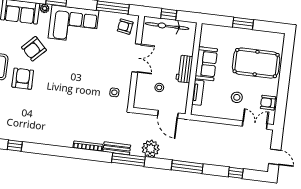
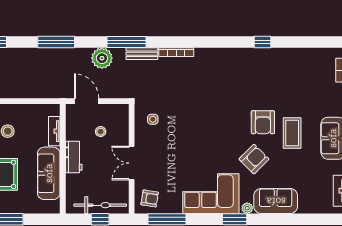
sofa: (206, 64) -> (49, 173), width x1.36

